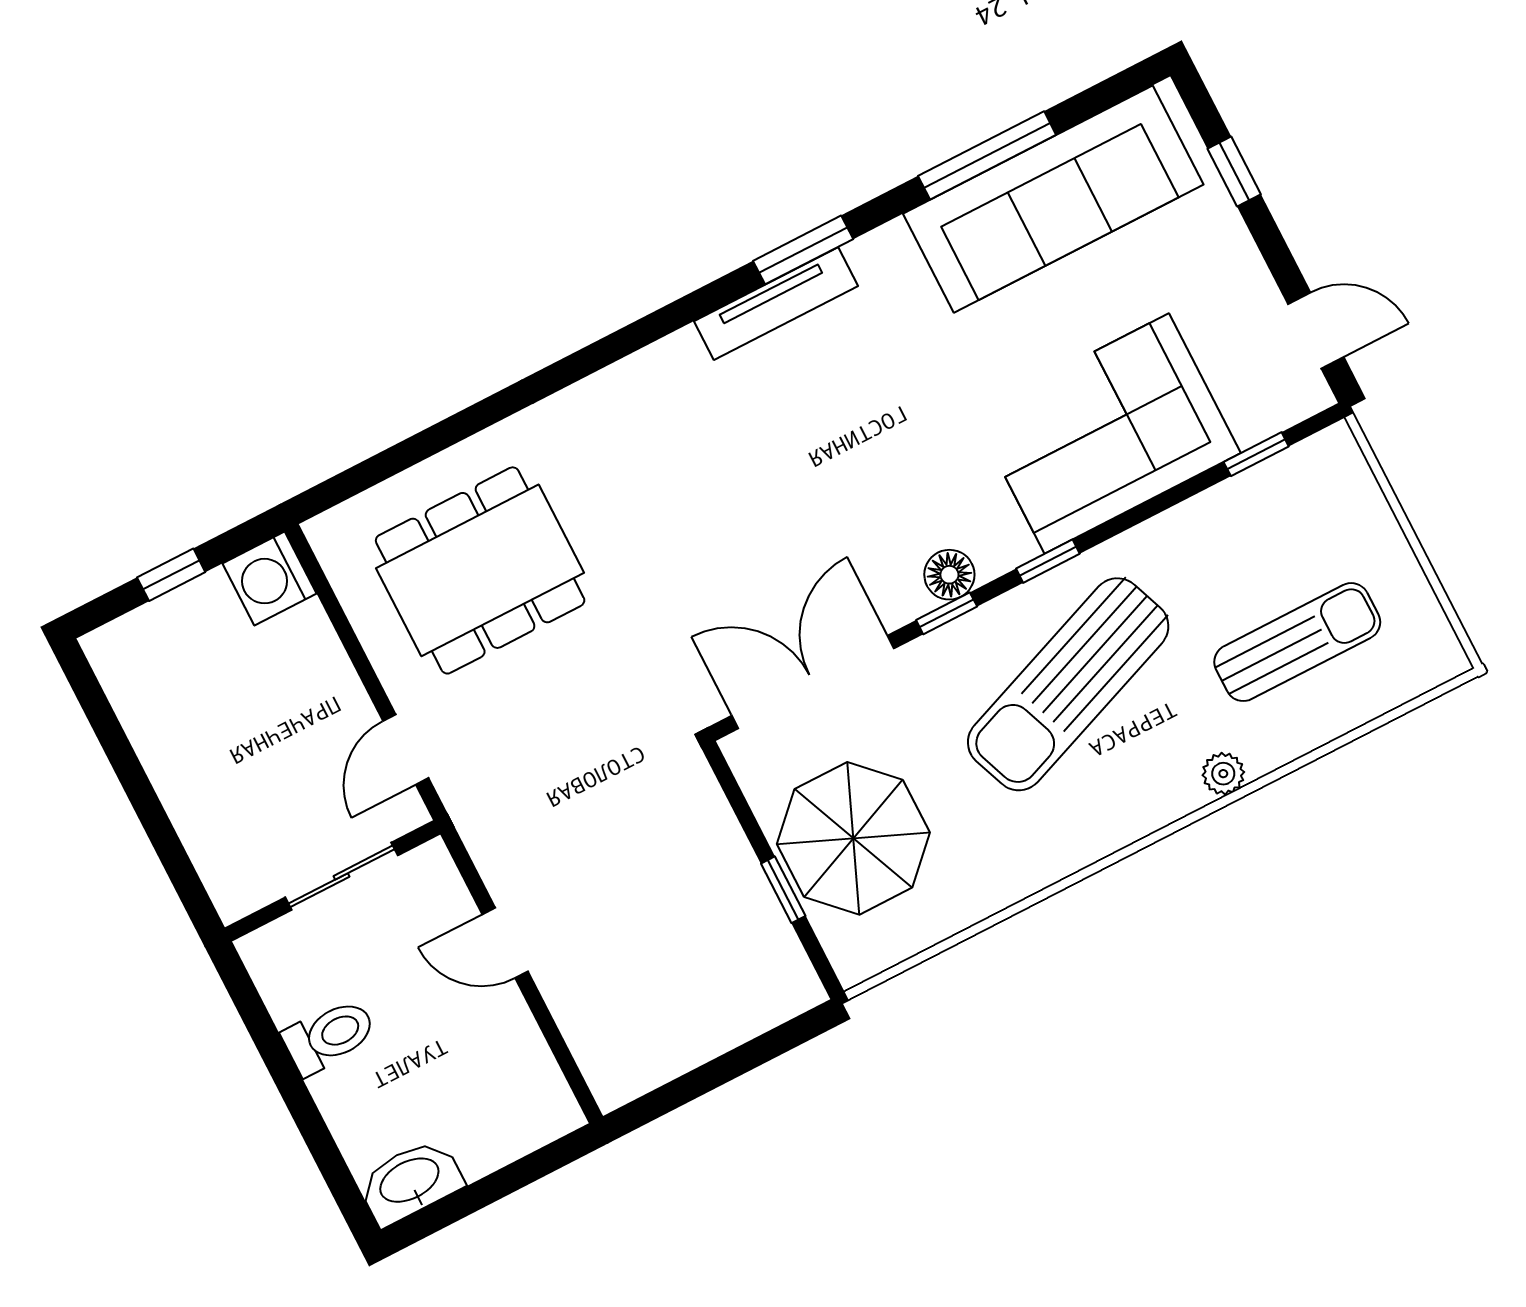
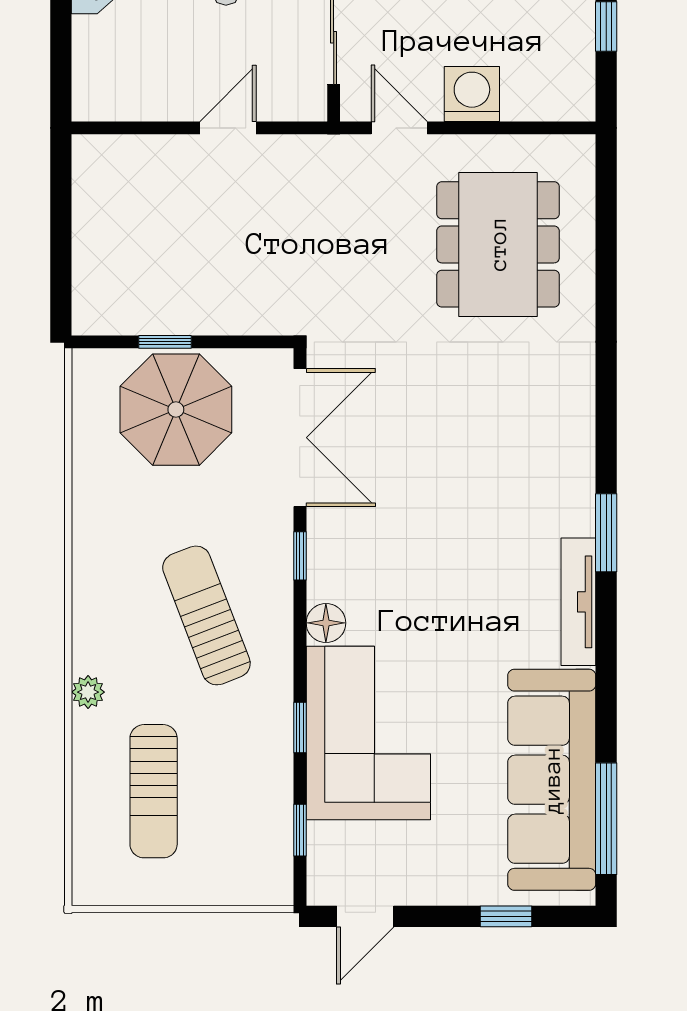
window: (987, 155) -> (606, 819), moved
window: (803, 250) -> (606, 533), moved
tv unit: (776, 304) -> (578, 602), moved
window: (1048, 561) -> (300, 728), moved
floor lamp: (949, 575) -> (326, 623), moved
washing machine: (270, 579) -> (472, 94), moved
sun lounger: (1068, 684) -> (206, 615), width x0.73, depth x0.75

